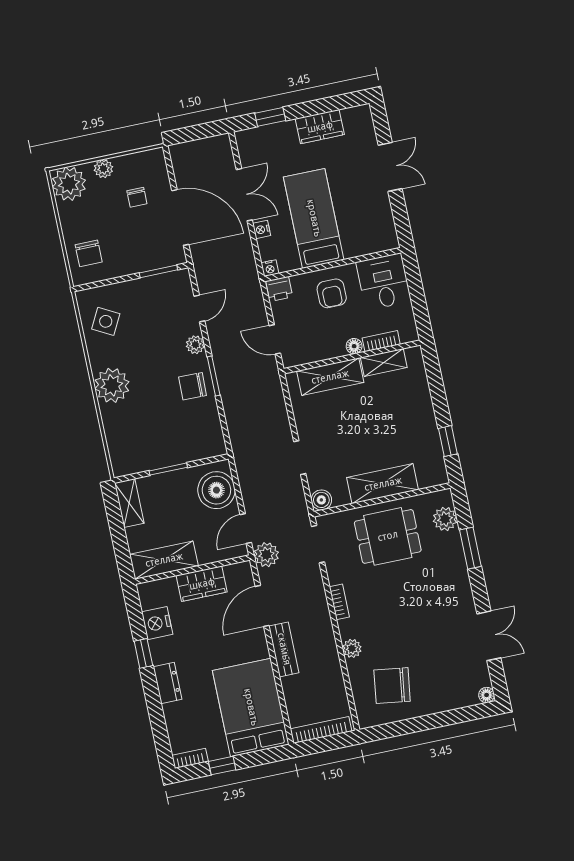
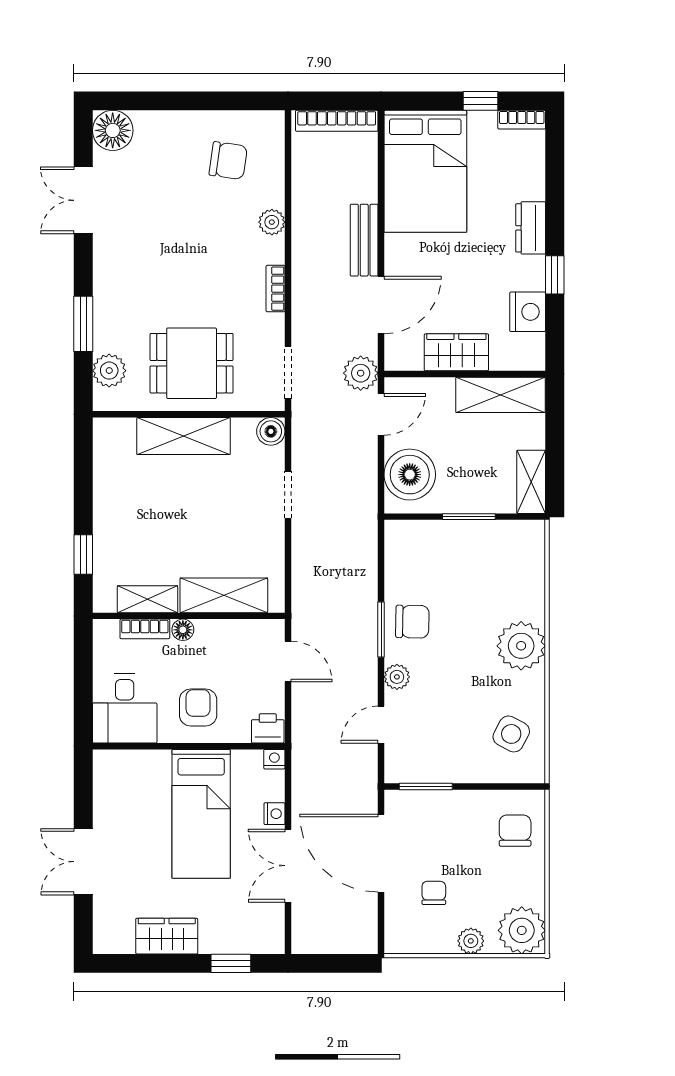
window: (448, 441) -> (83, 555), moved
chair: (392, 686) -> (228, 161), width x0.73, depth x0.73
floor lamp: (487, 695) -> (113, 130), width x1.89, depth x1.89

